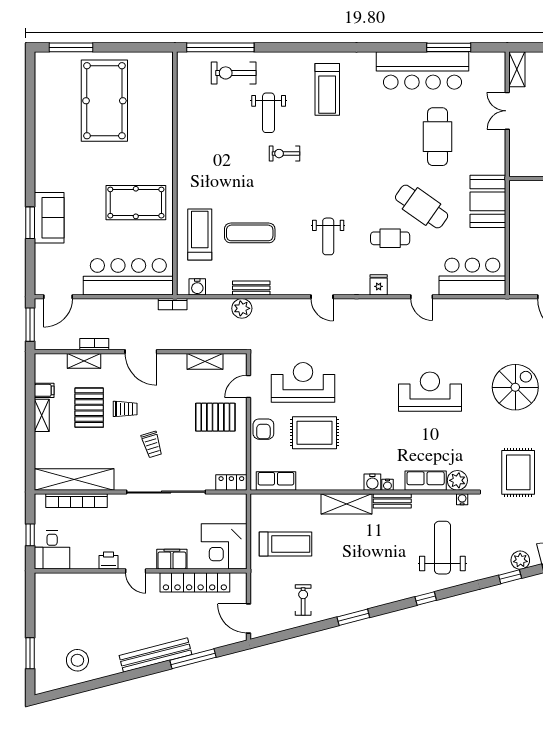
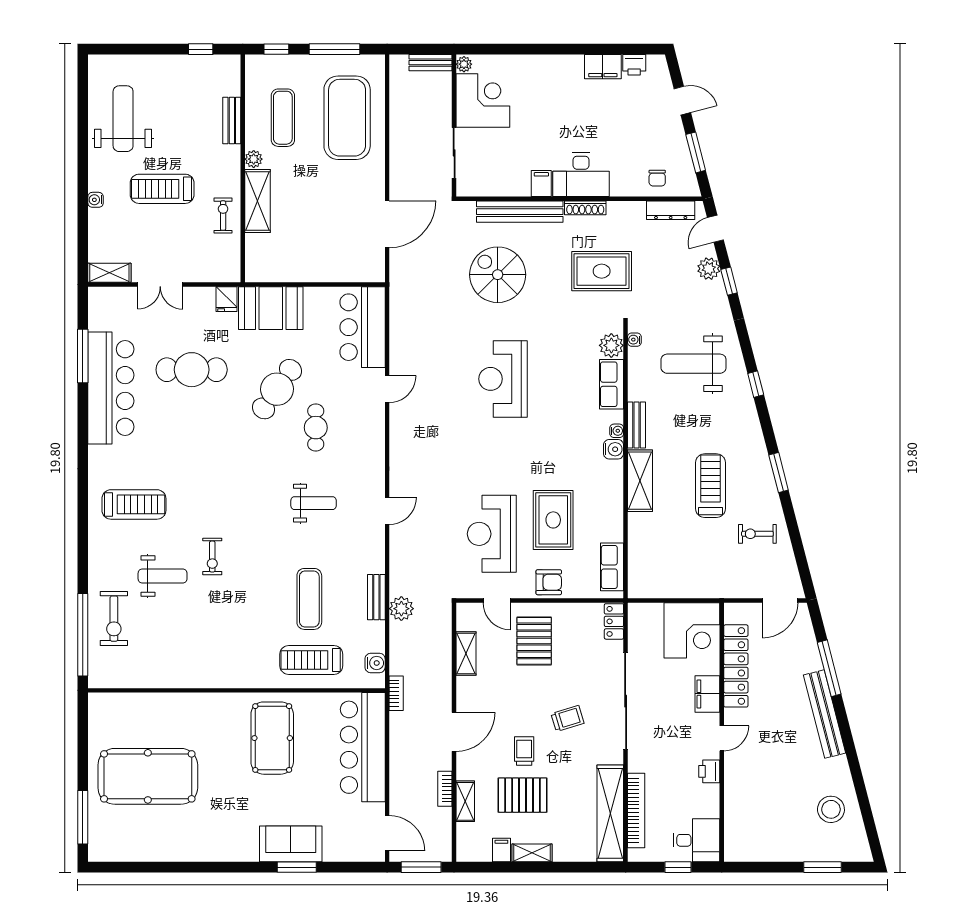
fridge: (379, 285) -> (227, 299), moved, turned -90
treadmill: (286, 544) -> (711, 486), moved

